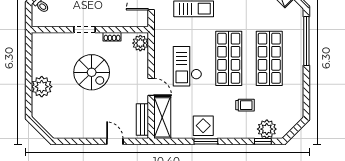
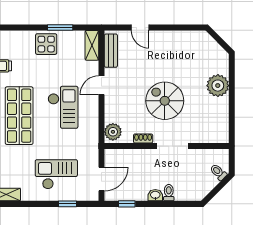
doorway: (85, 30) -> (172, 146), width x1.38
door: (151, 87) -> (102, 85), hinge flipped
shelving: (162, 117) -> (92, 45), width x0.67, depth x0.75
window: (206, 141) -> (60, 27), moved

